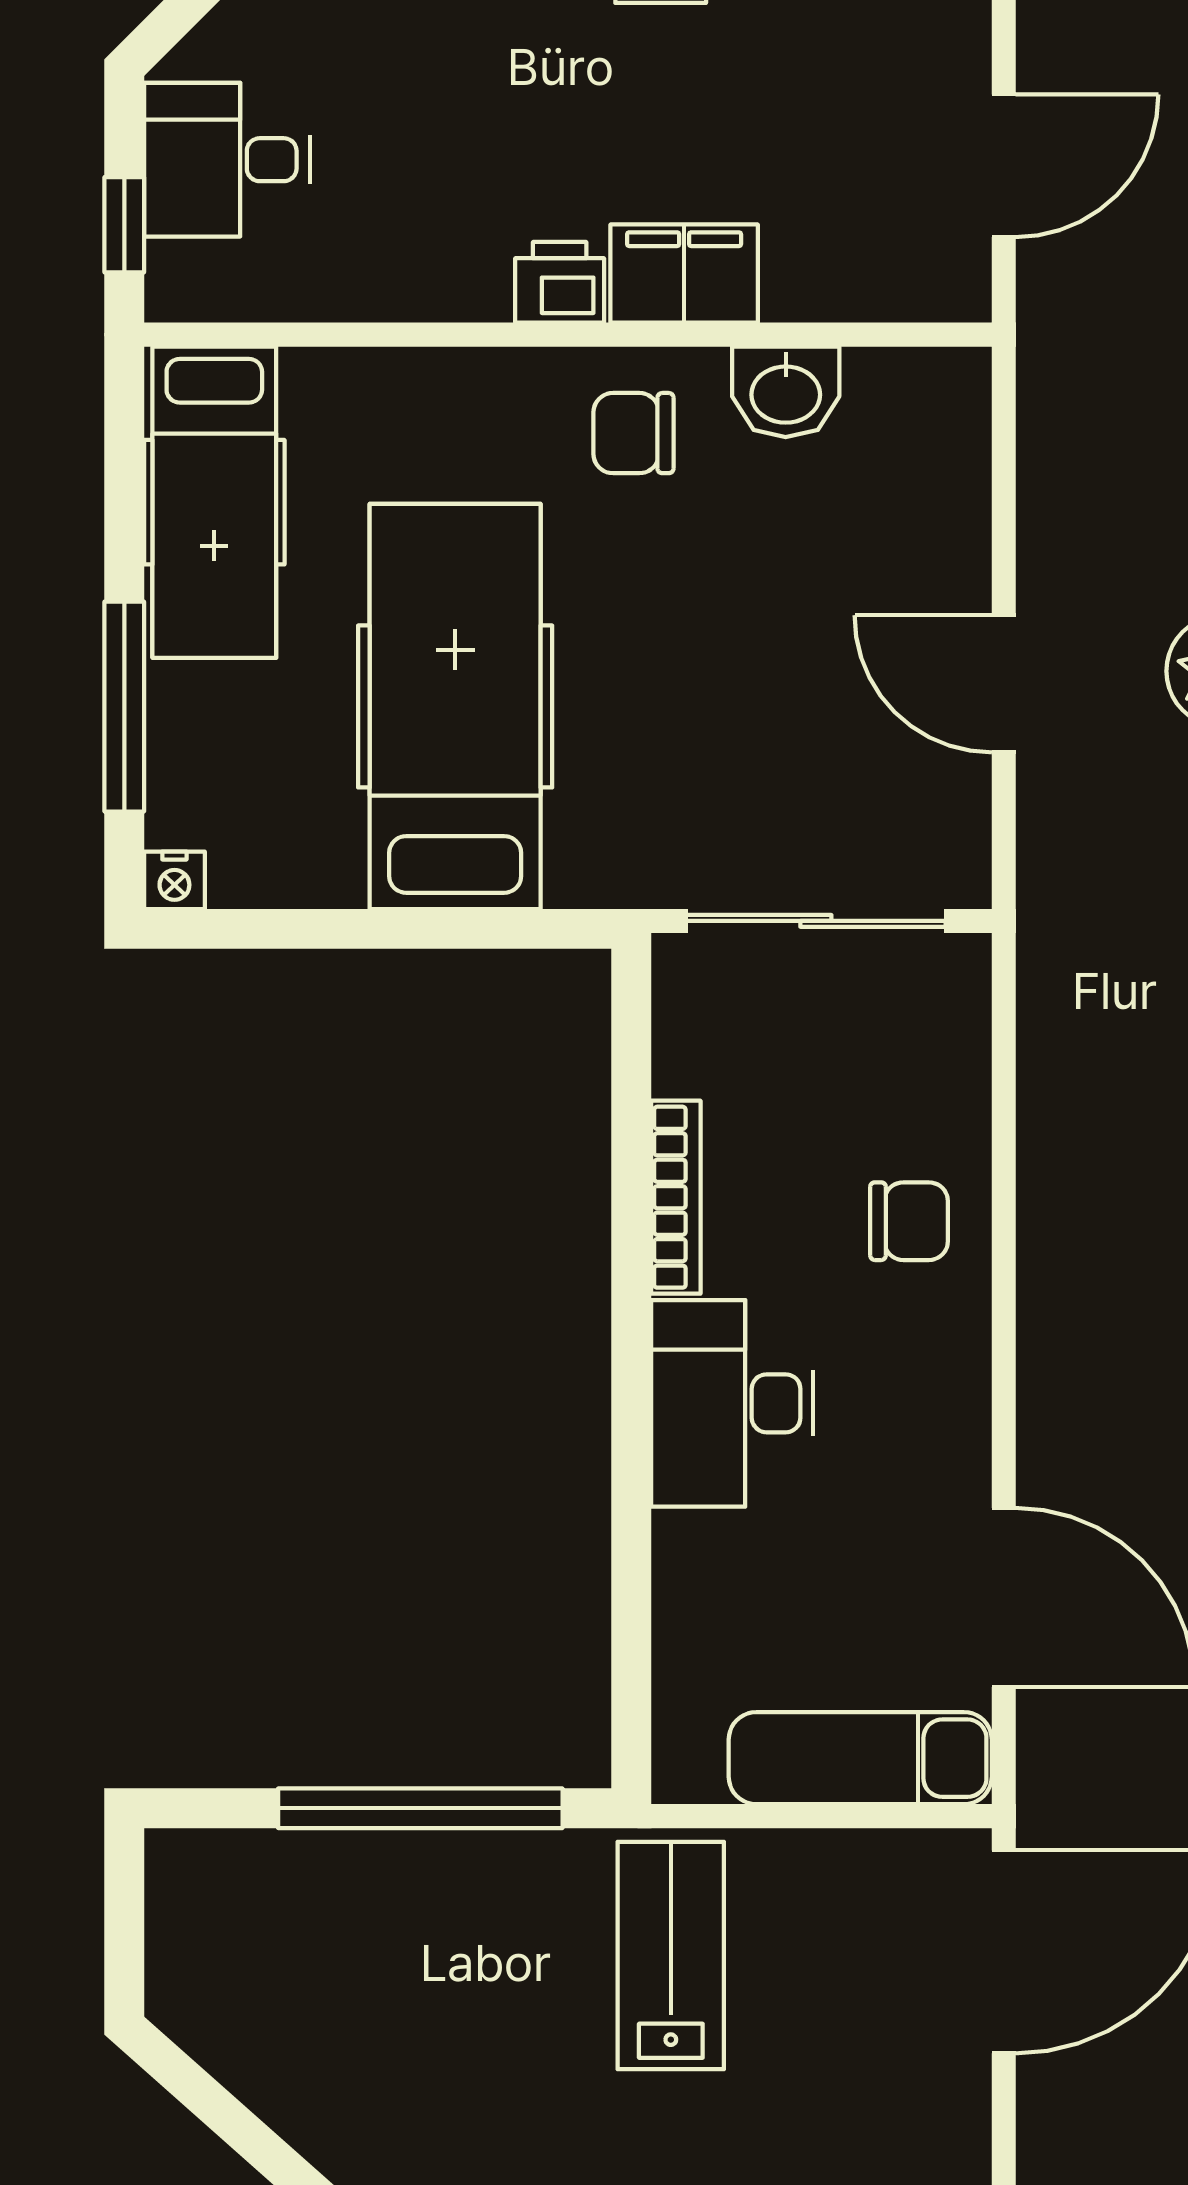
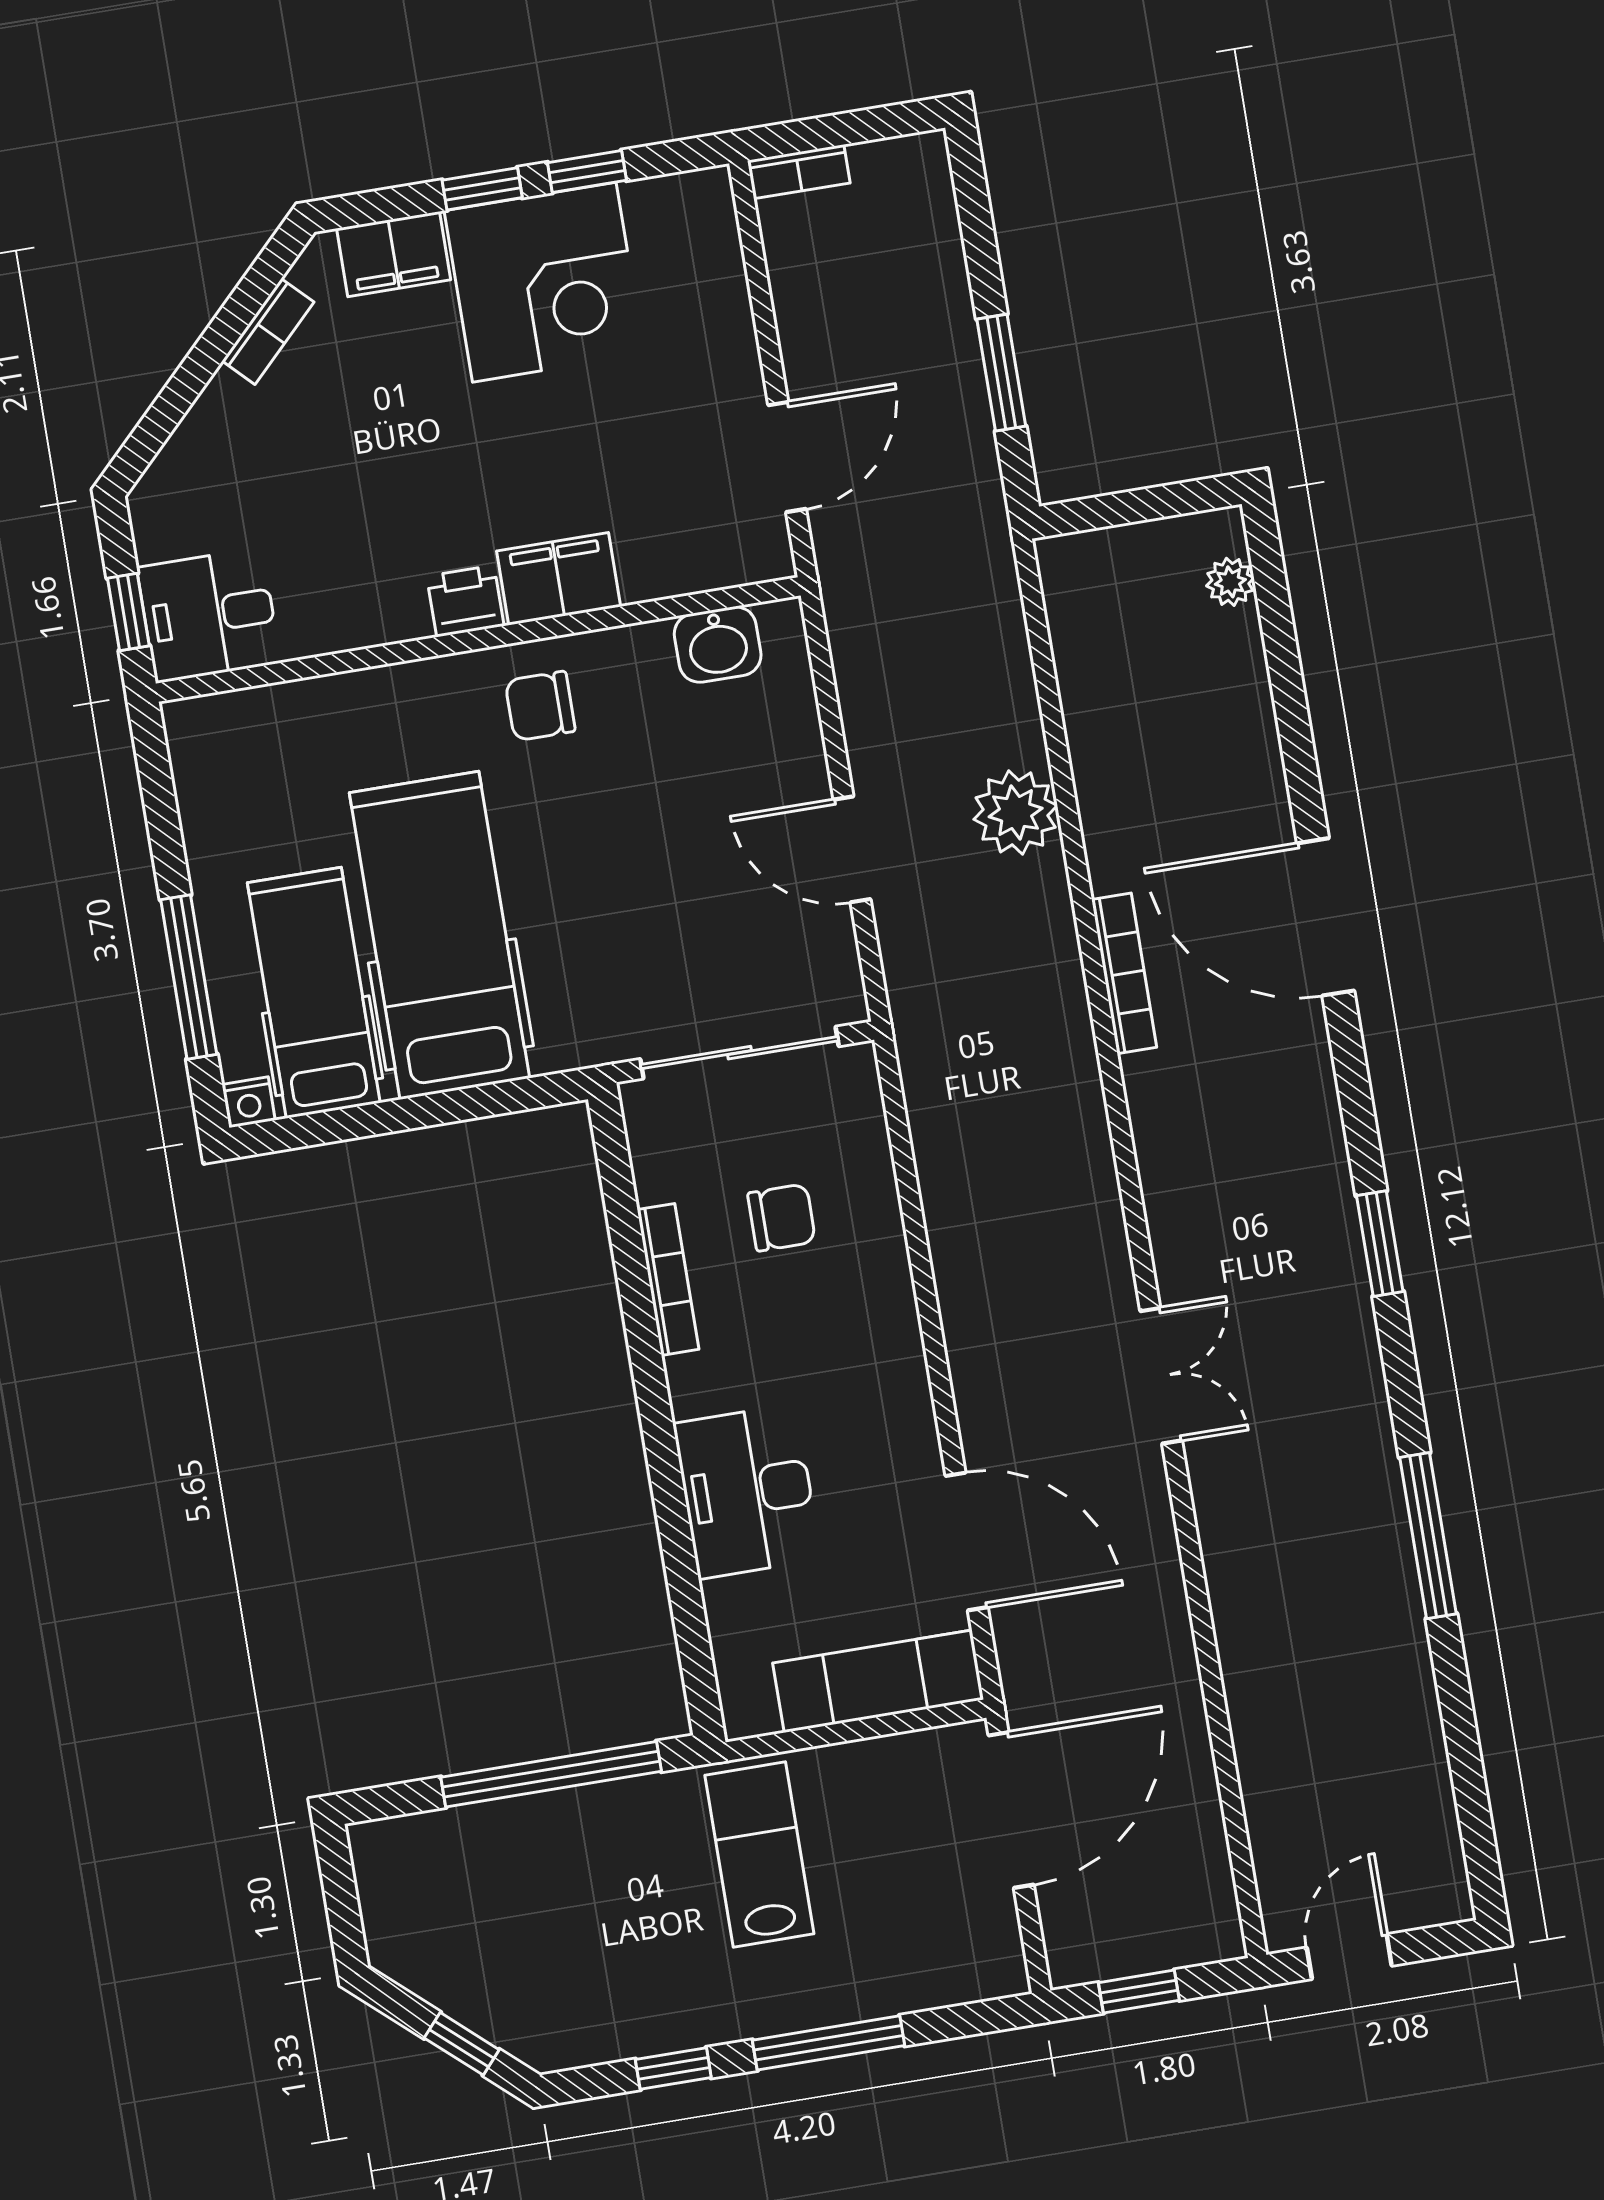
desk: (227, 160) -> (209, 615), moved
washbasin: (786, 392) -> (718, 645), moved
hospital bed: (214, 502) -> (314, 993), moved, turned 180
chair: (909, 1221) -> (782, 1217), moved
desk: (732, 1403) -> (747, 1491), moved
window: (248, 2135) -> (462, 2044), added

